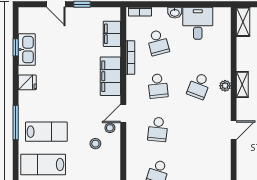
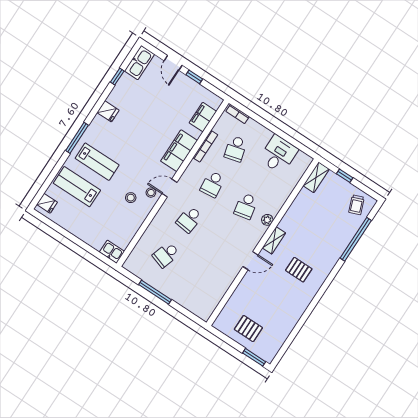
washbasin: (175, 13) -> (266, 133), removed
kitchen sink: (27, 50) -> (139, 63), moved
shelving: (242, 84) -> (274, 240), moved
school desk: (199, 86) -> (246, 206), turned -33

